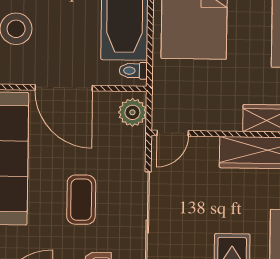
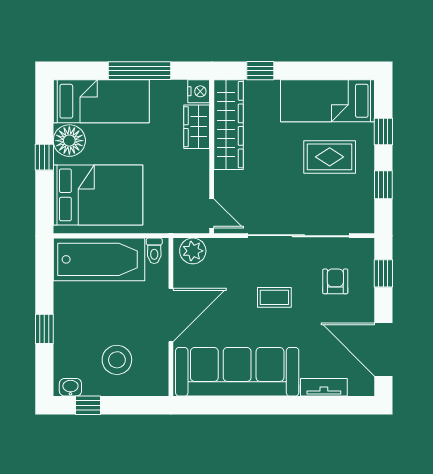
coffee table: (81, 200) -> (274, 297), width x0.73, depth x0.77

